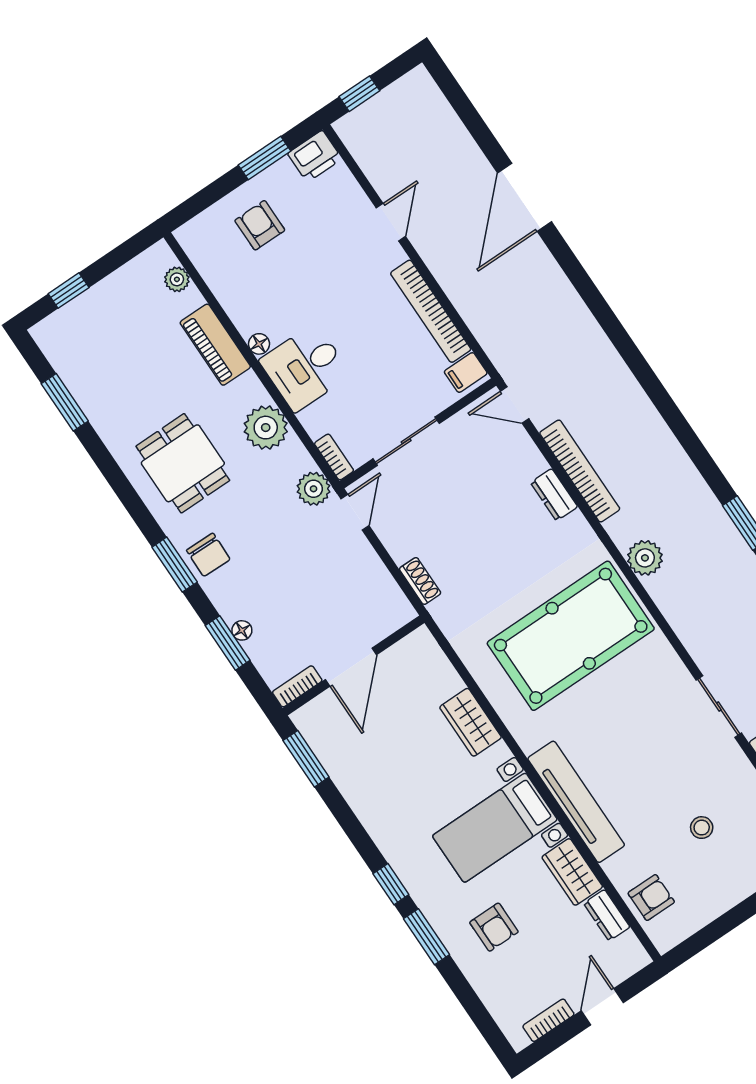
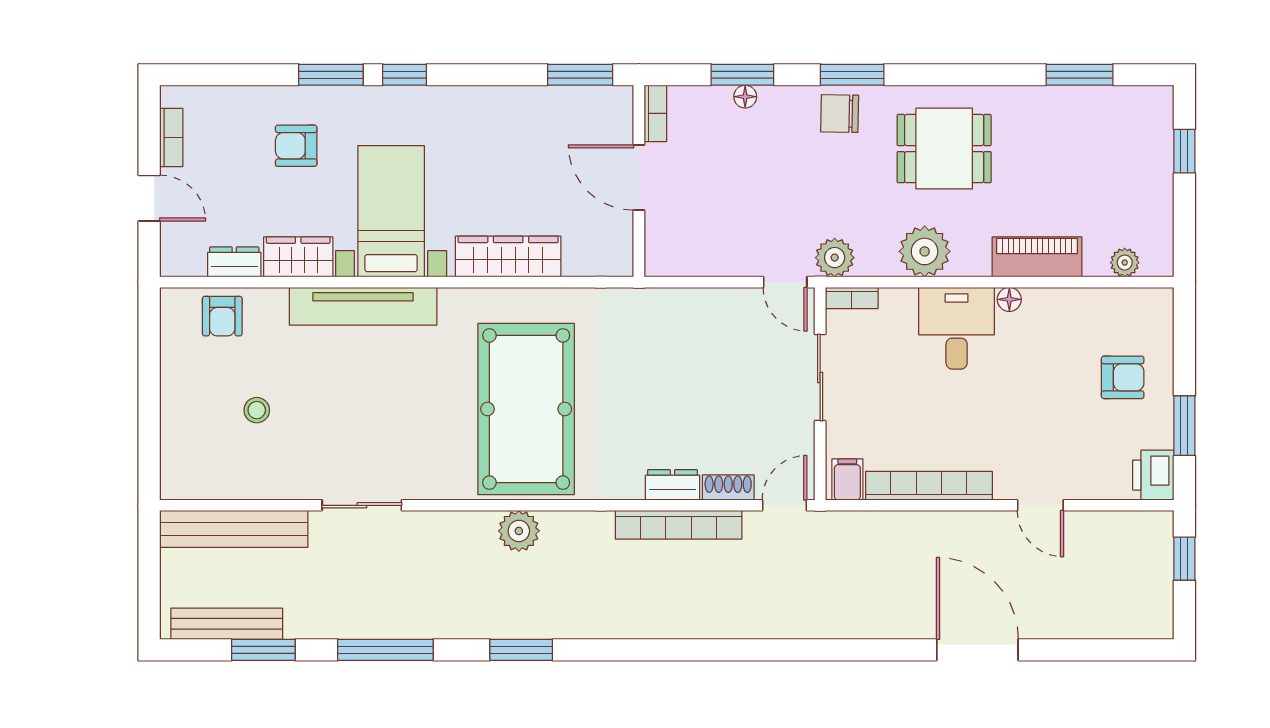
plant: (645, 558) -> (519, 531), moved
shoe rack: (420, 581) -> (728, 487), moved, turned 180
wardrobe: (471, 722) -> (508, 257), width x1.50

